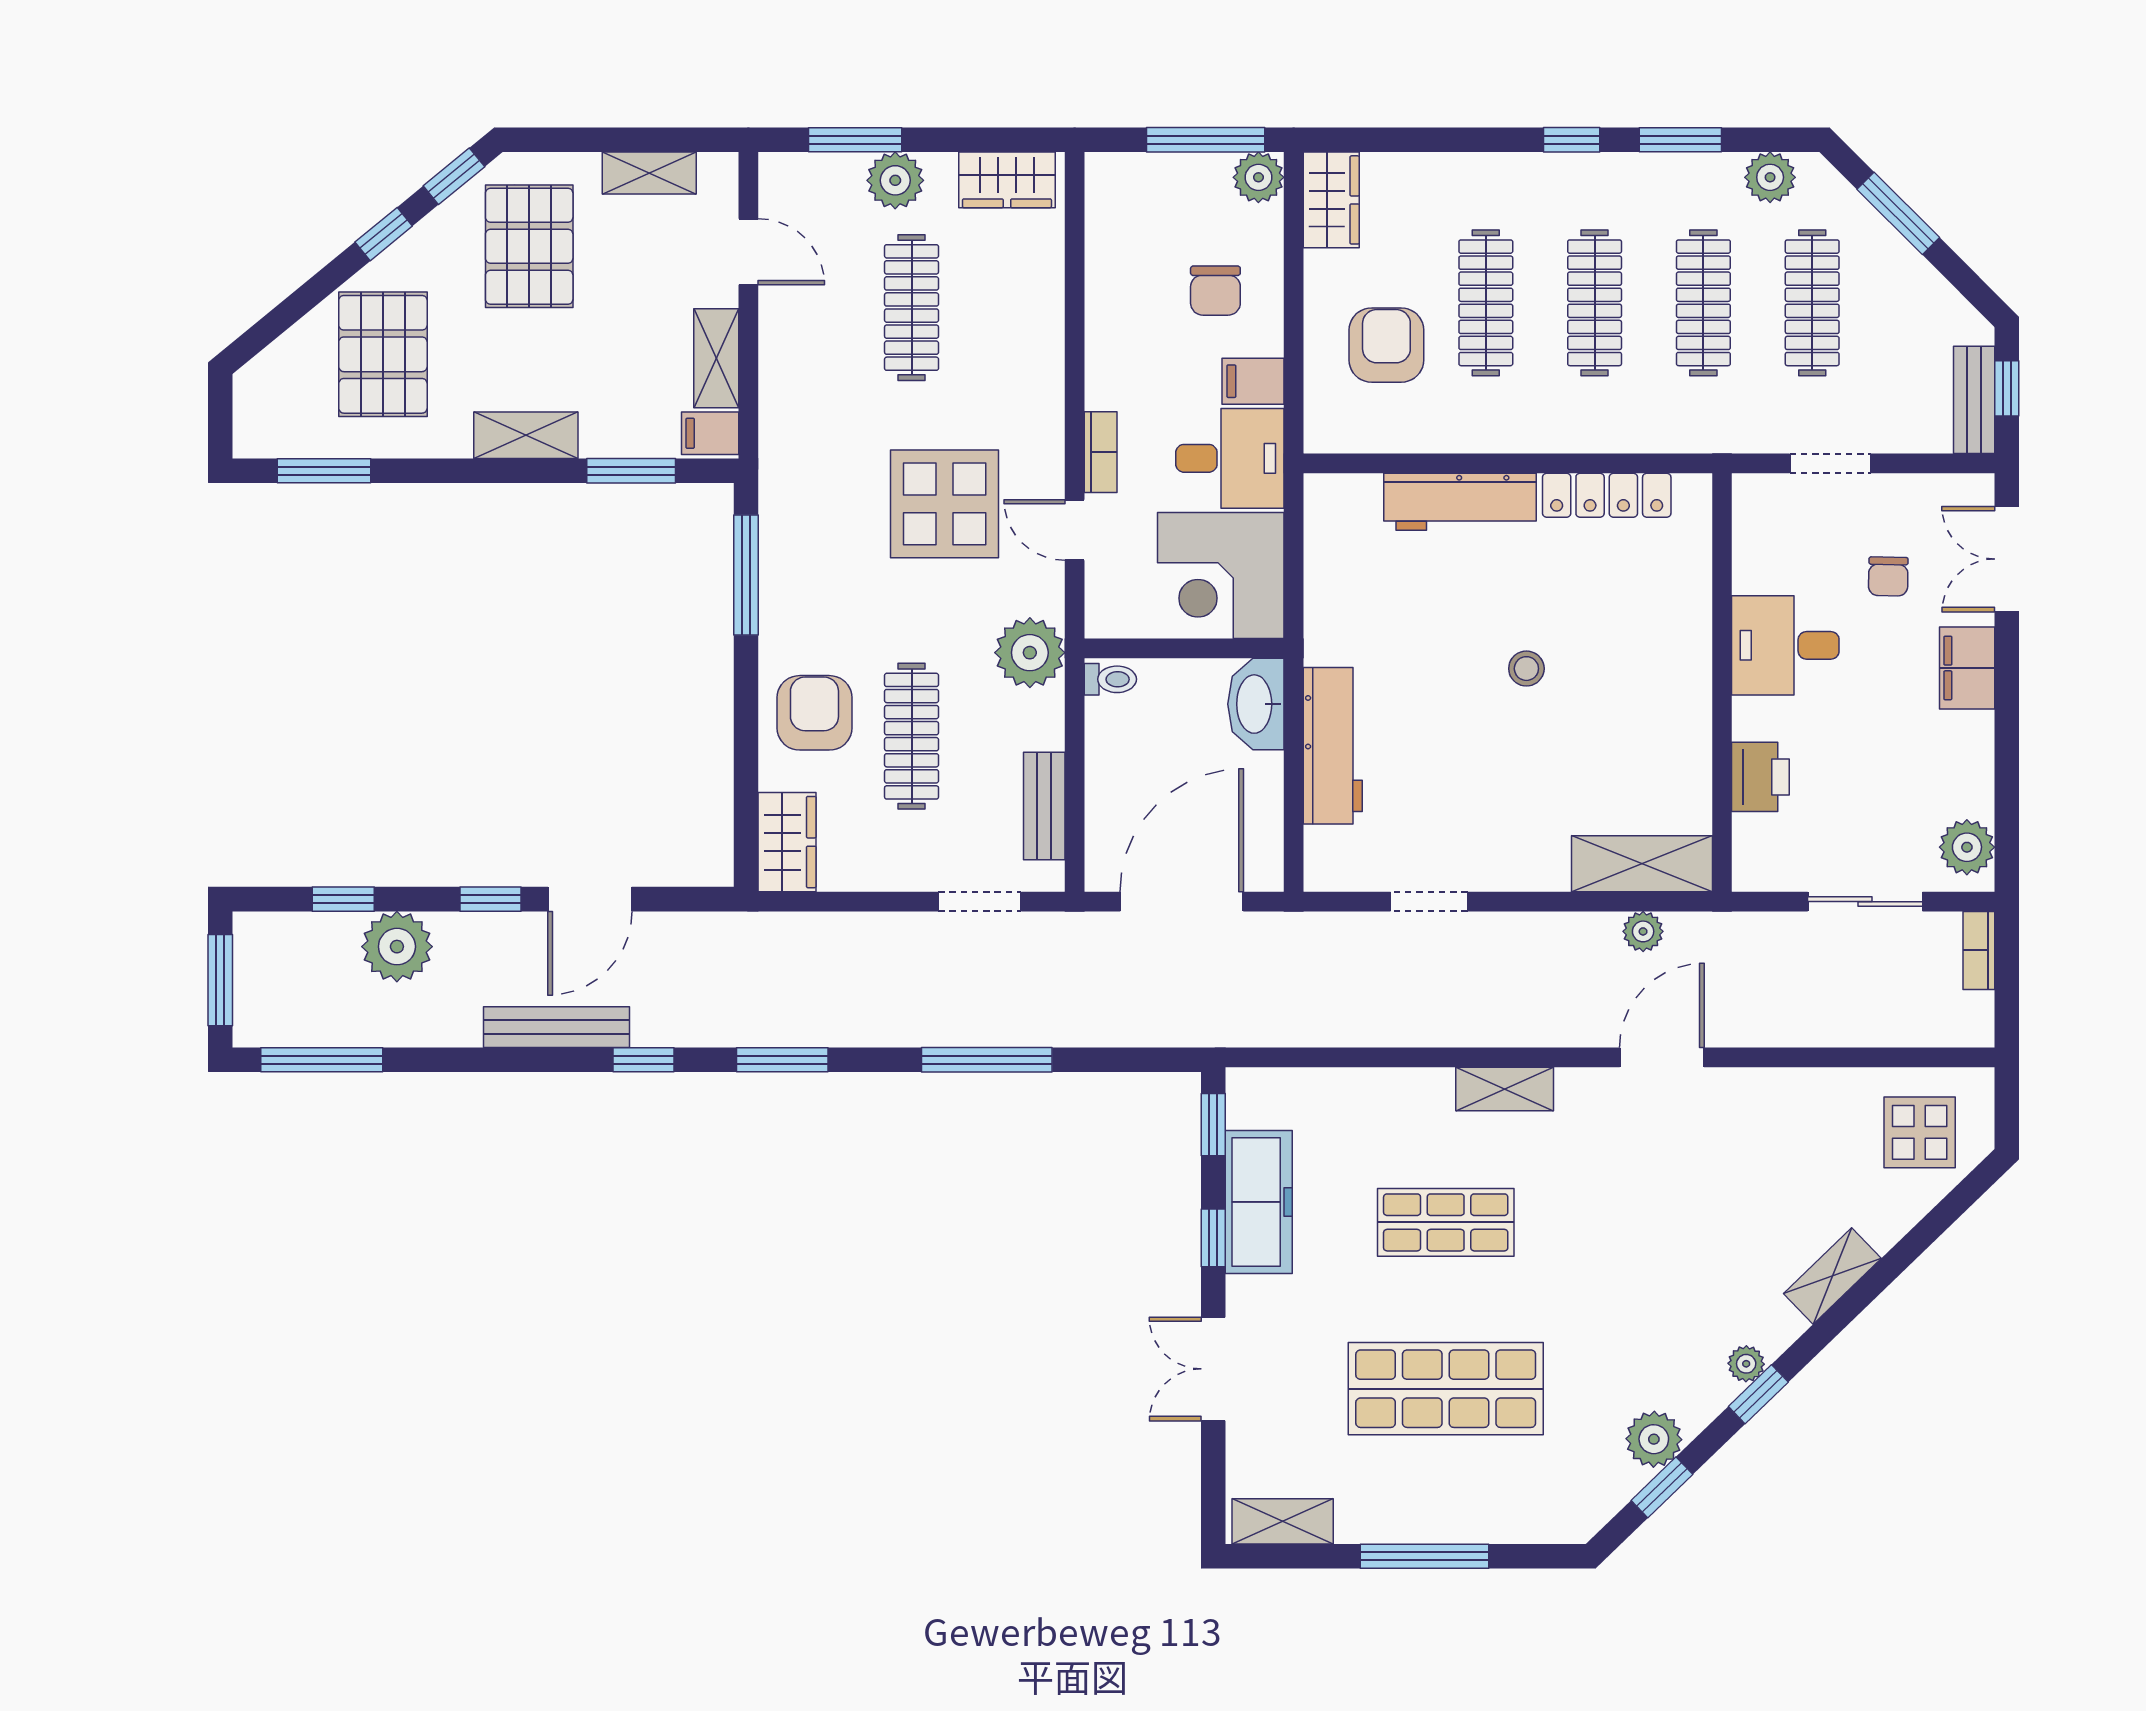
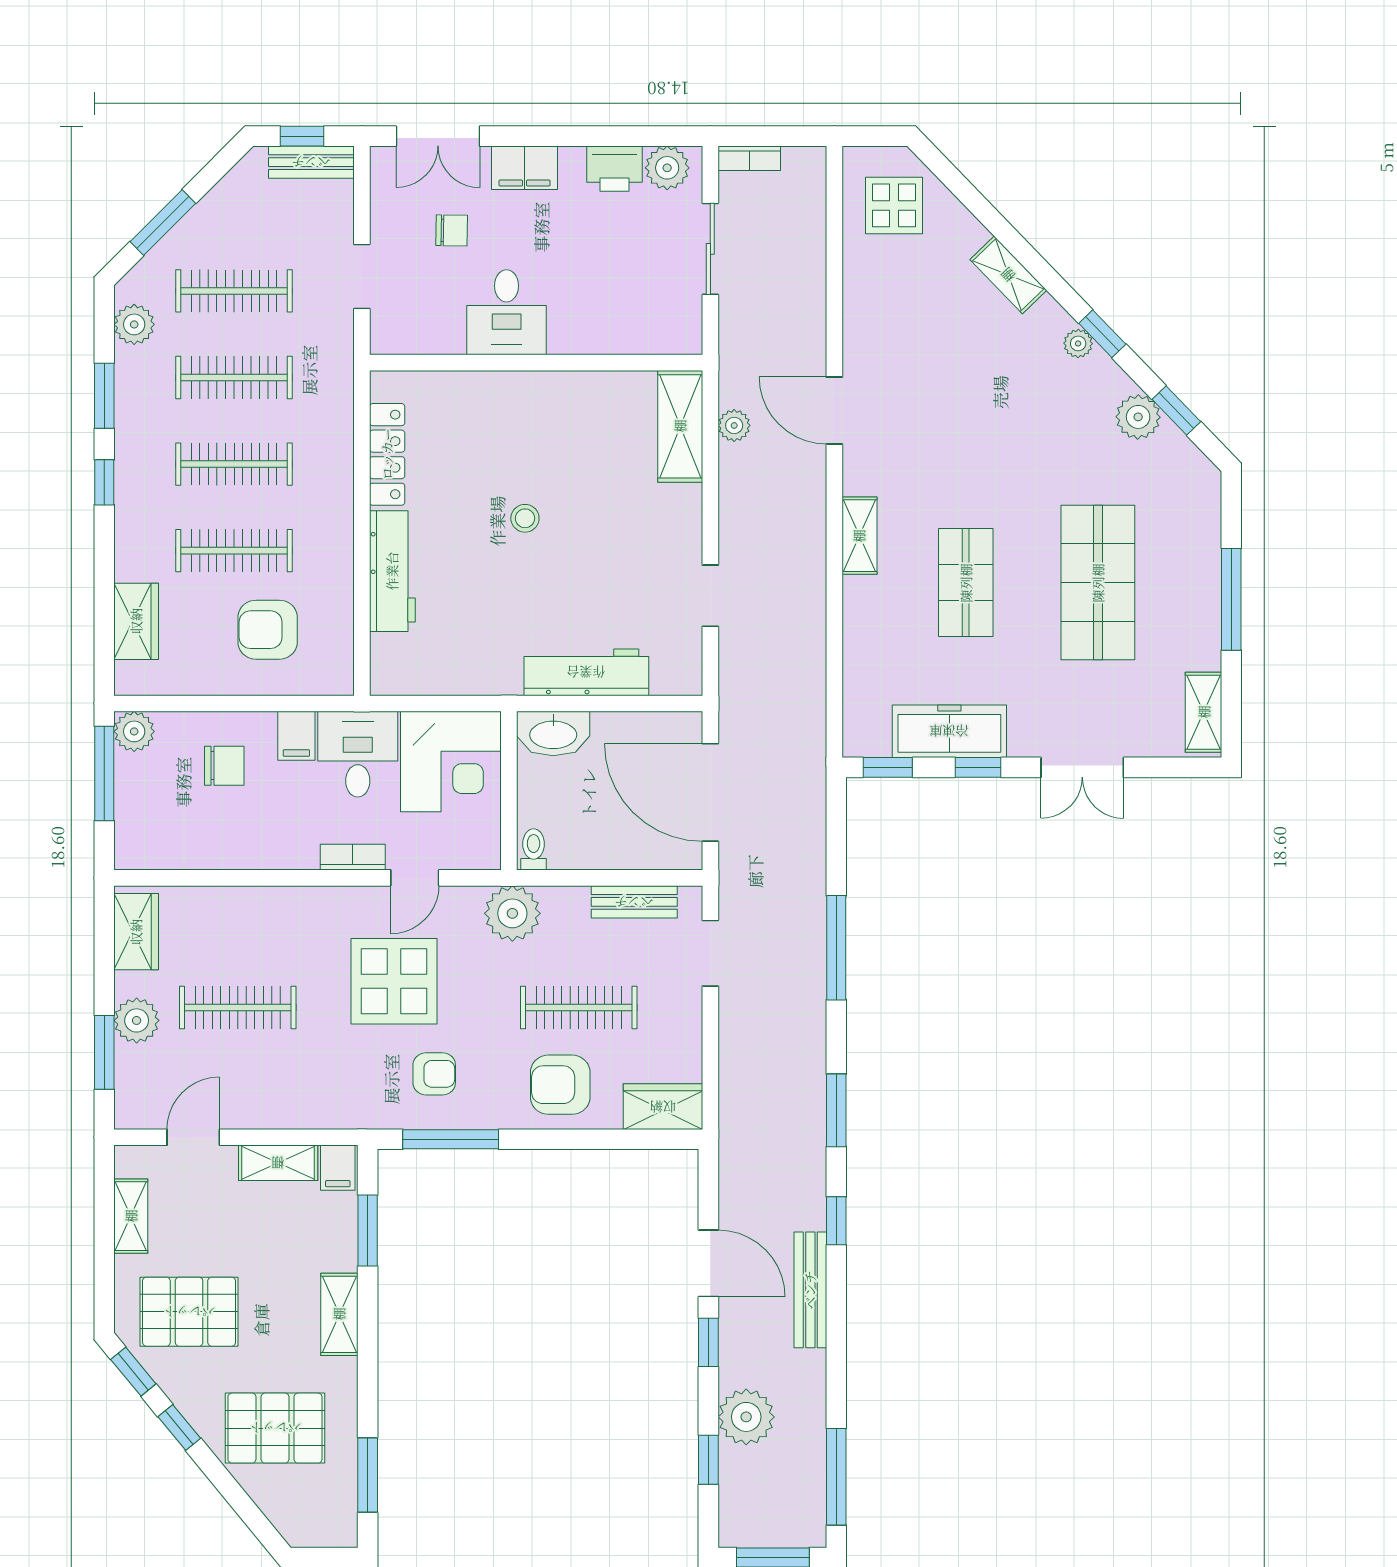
wardrobe: (1331, 200) -> (136, 621), moved, turned 90
armchair: (828, 554) -> (434, 1074), added
printer: (1760, 777) -> (614, 169), moved, turned 180

